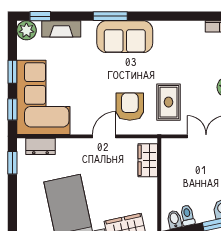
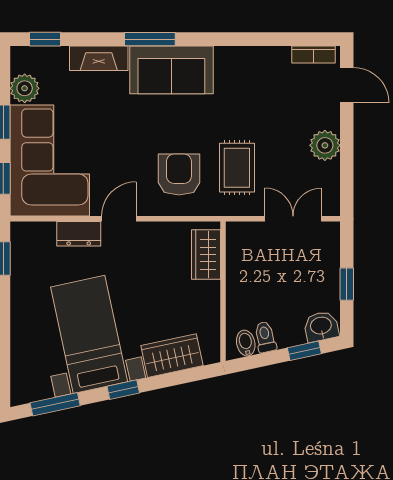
fireplace: (61, 29) -> (99, 58), moved
plant: (26, 30) -> (25, 88), moved
door: (104, 136) -> (119, 219), moved
dresser: (40, 146) -> (79, 234), moved

